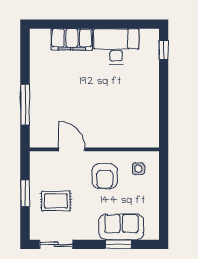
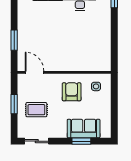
window: (25, 105) -> (14, 40), width x0.69
door: (72, 149) -> (35, 72), moved
armchair: (105, 176) -> (72, 92), turned 180

